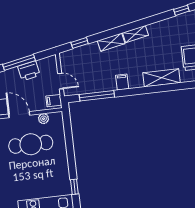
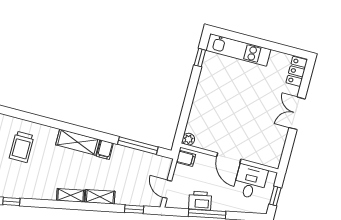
shelving: (162, 78) -> (78, 142), moved
door: (60, 81) -> (167, 189), moved
plant: (44, 119) -> (188, 139), moved
cafe table: (31, 144) -> (229, 121), removed

